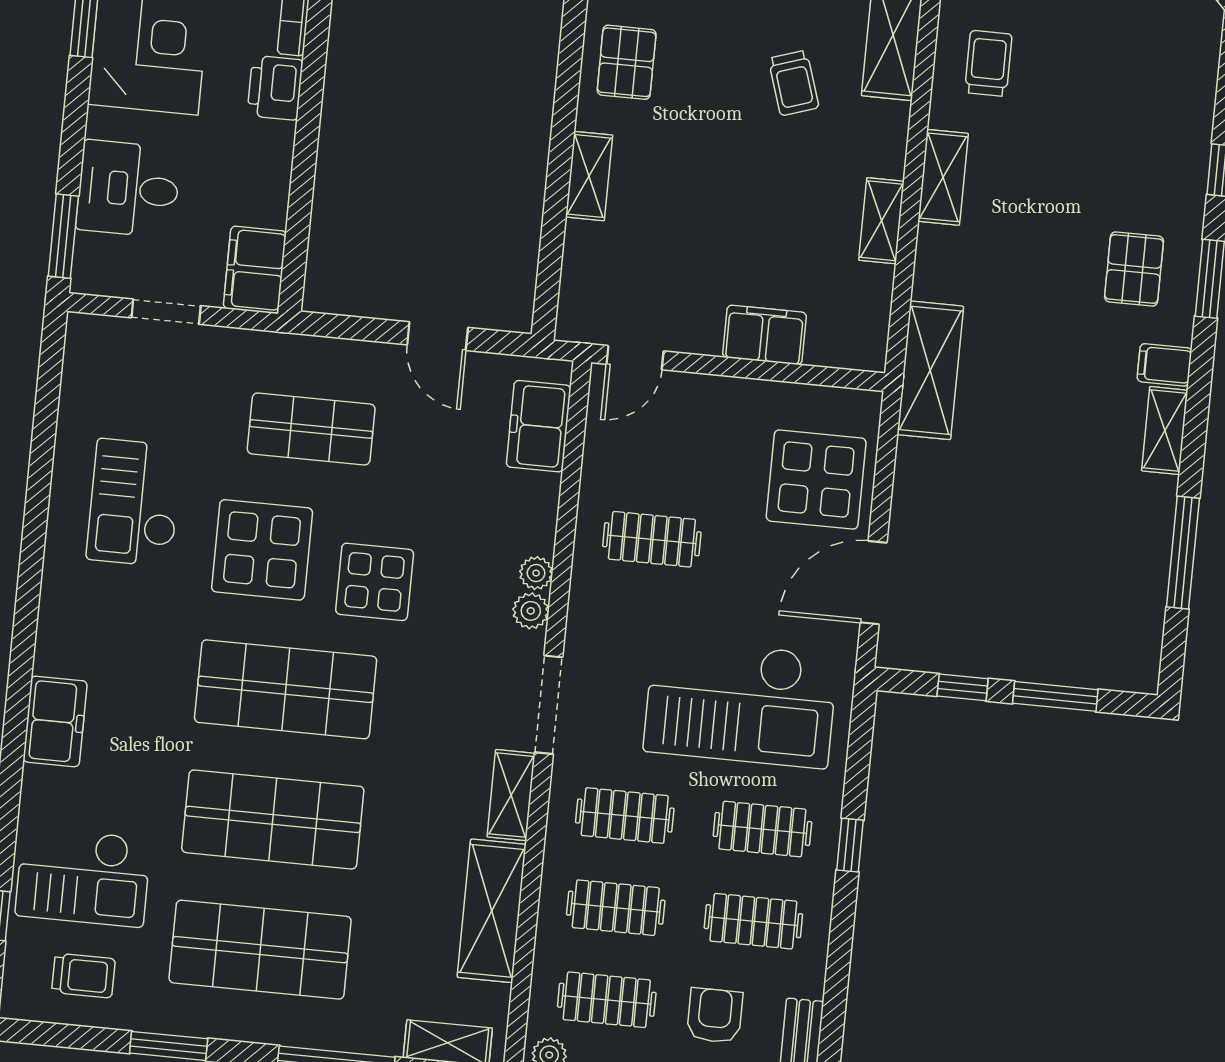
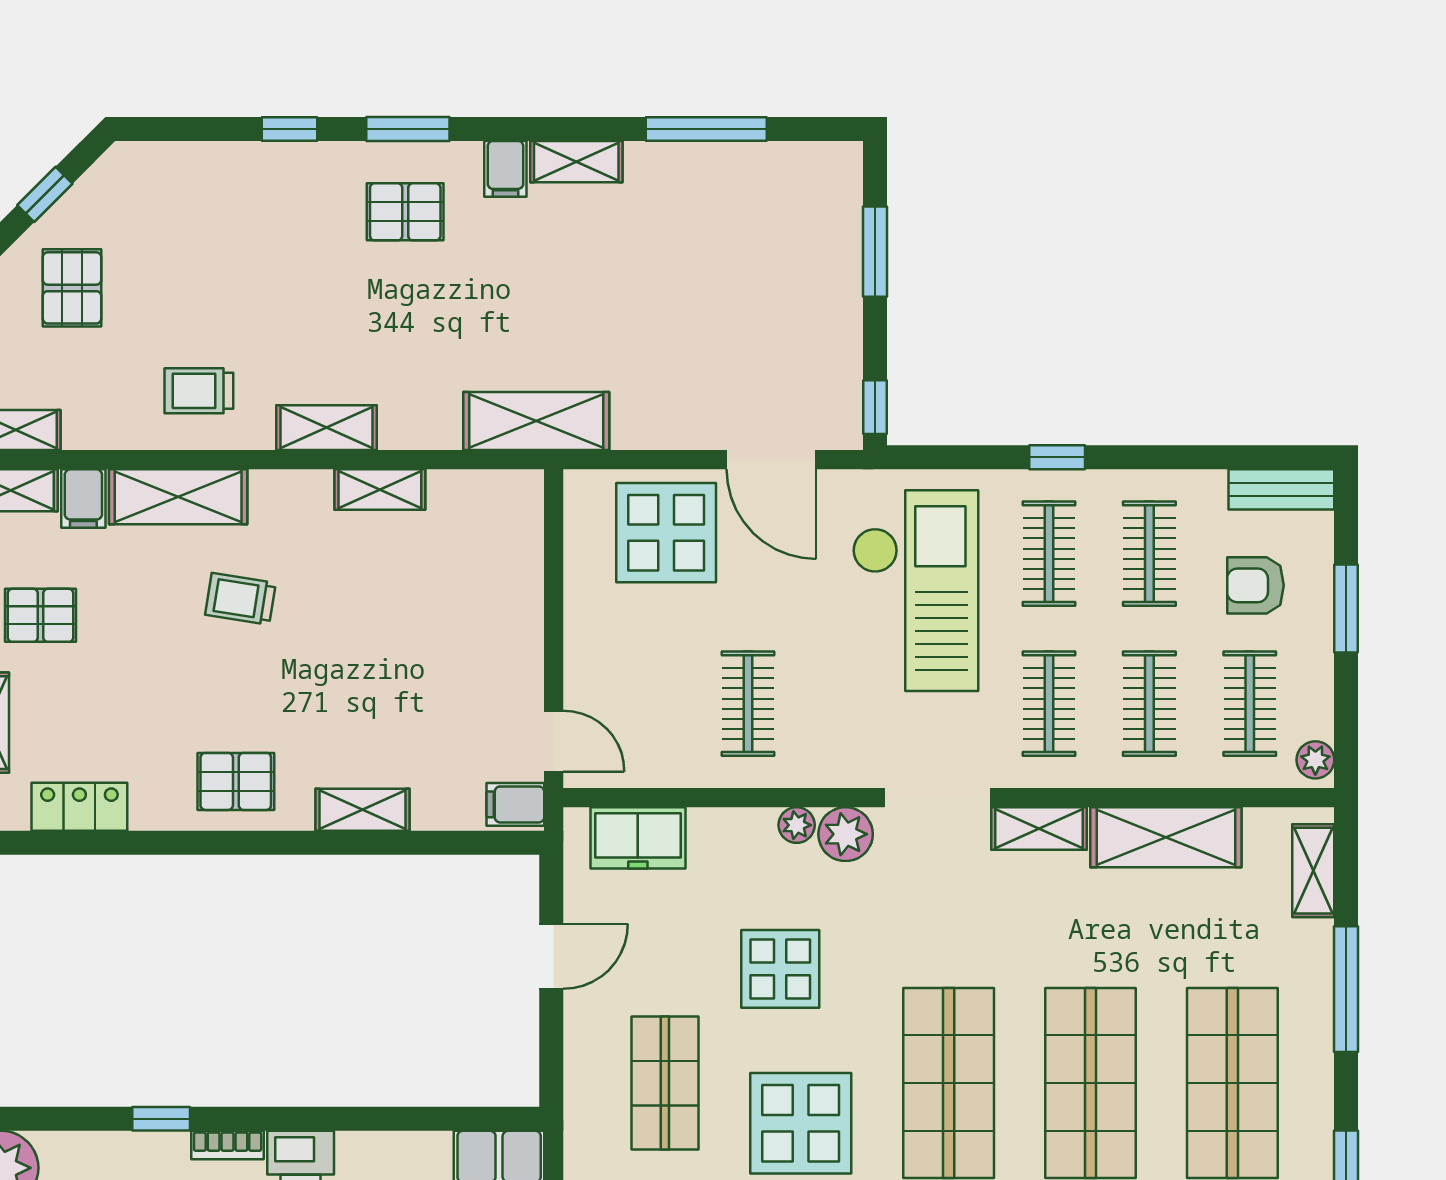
trolley: (794, 83) -> (240, 599), turned -153
filing cabinet: (765, 335) -> (515, 804), moved, width x0.50
display table: (375, 582) -> (780, 969), moved
plant: (531, 611) -> (846, 834), width x1.38, depth x1.38
window: (963, 687) -> (875, 407), moved

